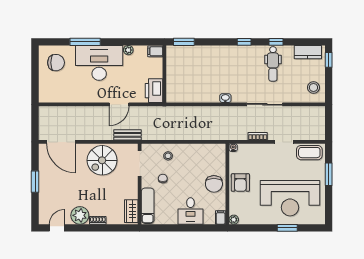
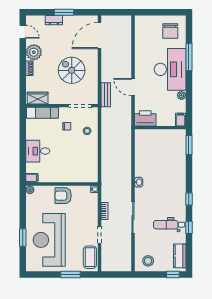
spiral stairs: (102, 160) -> (72, 70), moved
chair: (214, 184) -> (62, 172), removed
dresser: (44, 193) -> (54, 20), added

